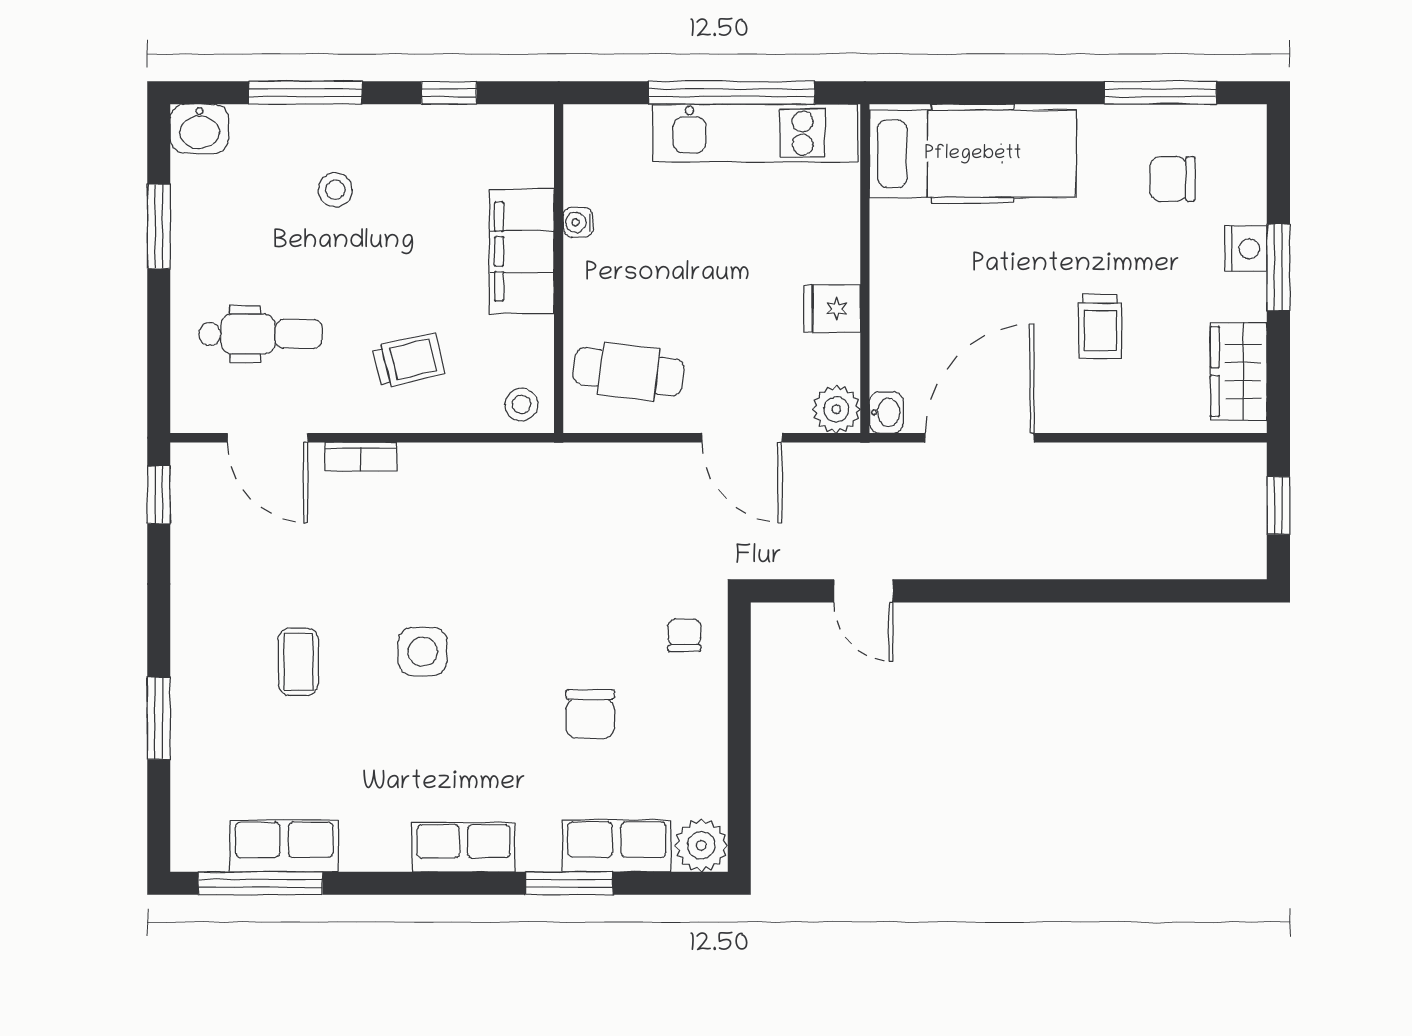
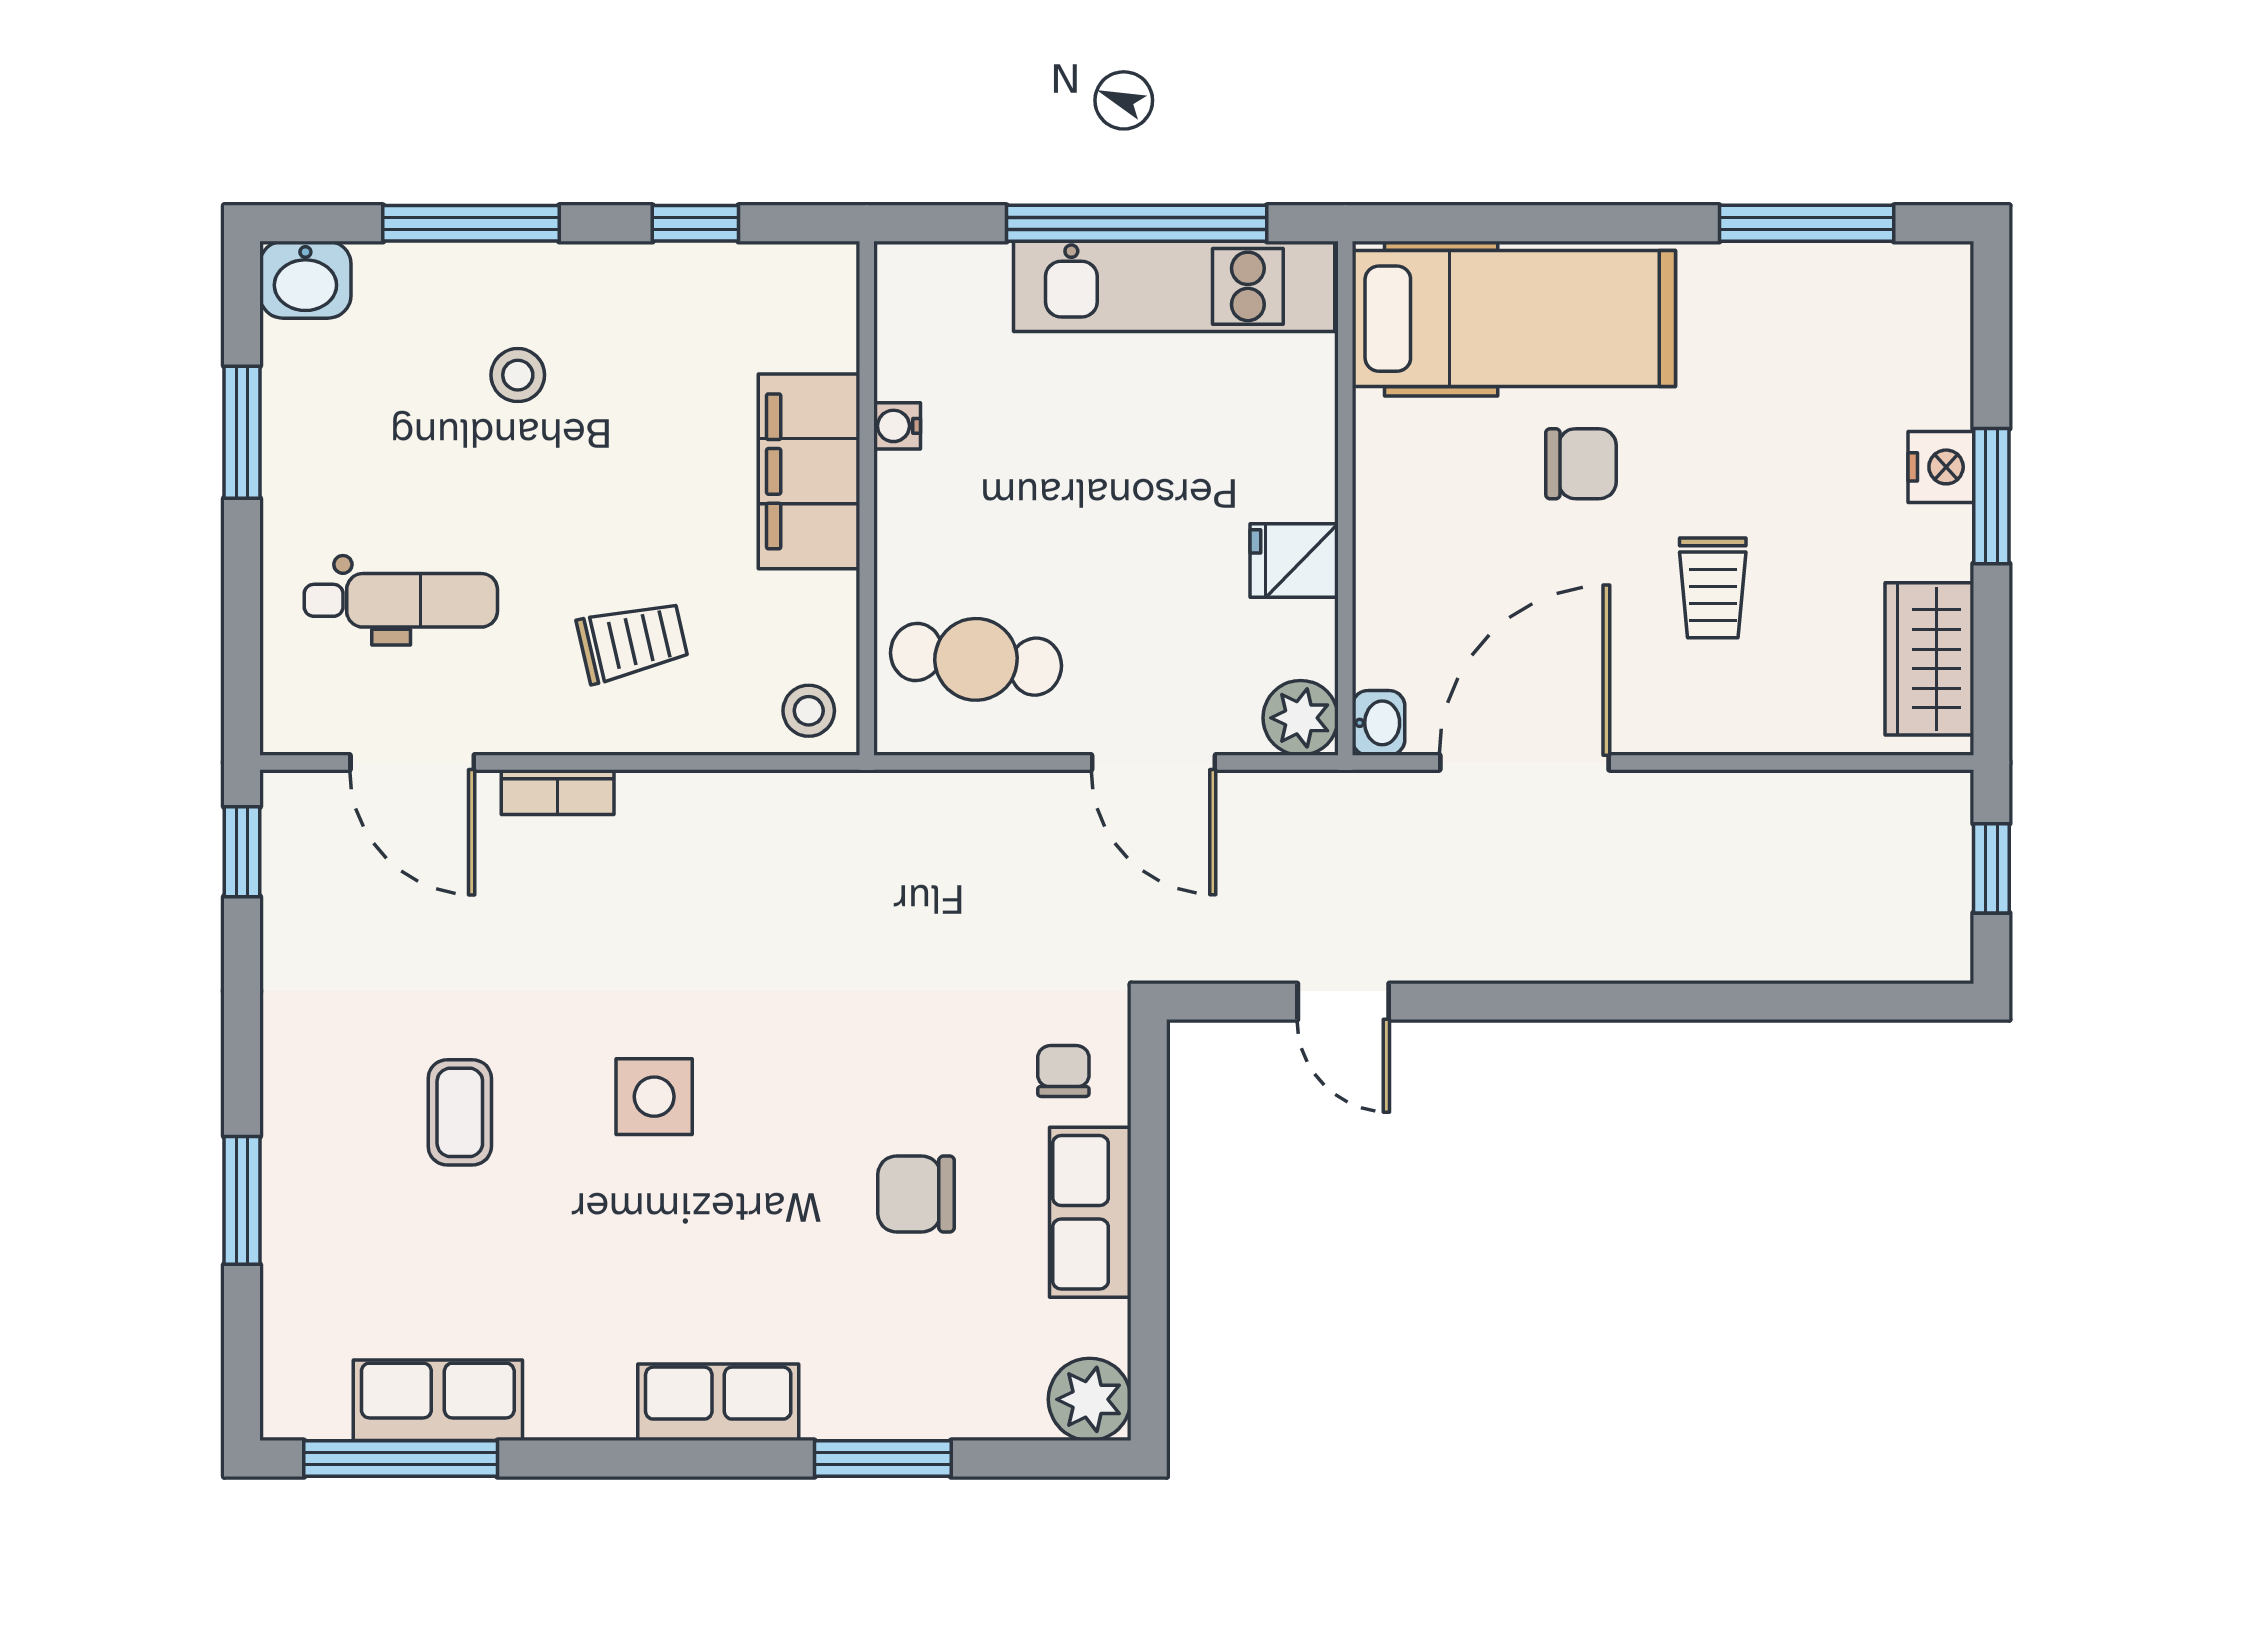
chair: (1172, 179) -> (1581, 464), moved, turned 180
chair: (590, 714) -> (916, 1194), turned 90
row of seats: (617, 846) -> (1090, 1212), moved, turned -90

